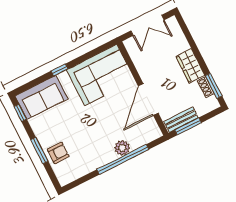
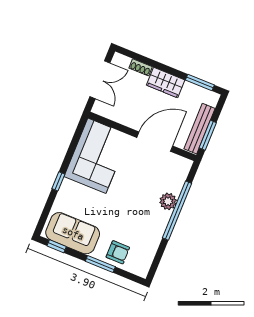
shoe rack: (206, 87) -> (141, 67), moved
sofa: (41, 97) -> (73, 233), moved, turned -90
door: (148, 100) -> (155, 142), swing flipped
bench: (181, 120) -> (200, 129), width x1.36
armchair: (58, 153) -> (118, 252), turned 90

